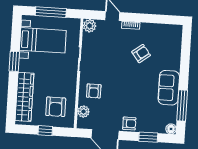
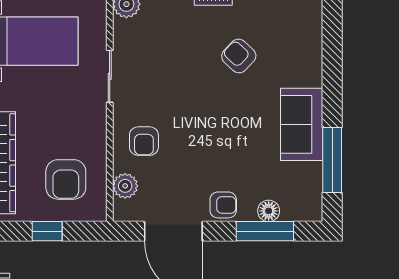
armchair: (141, 54) -> (239, 56), turned -100
floor lamp: (171, 129) -> (269, 211), moved
window: (148, 137) -> (265, 231), width x1.44

